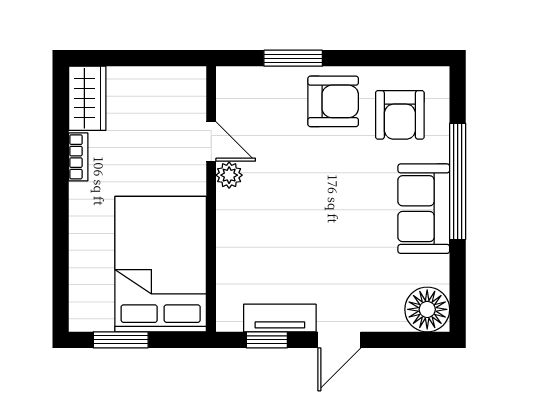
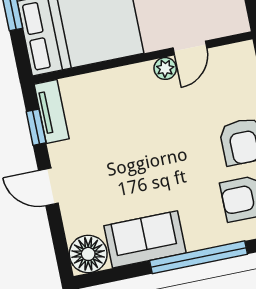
sofa: (424, 209) -> (145, 239), moved
tv unit: (280, 318) -> (52, 112), moved

